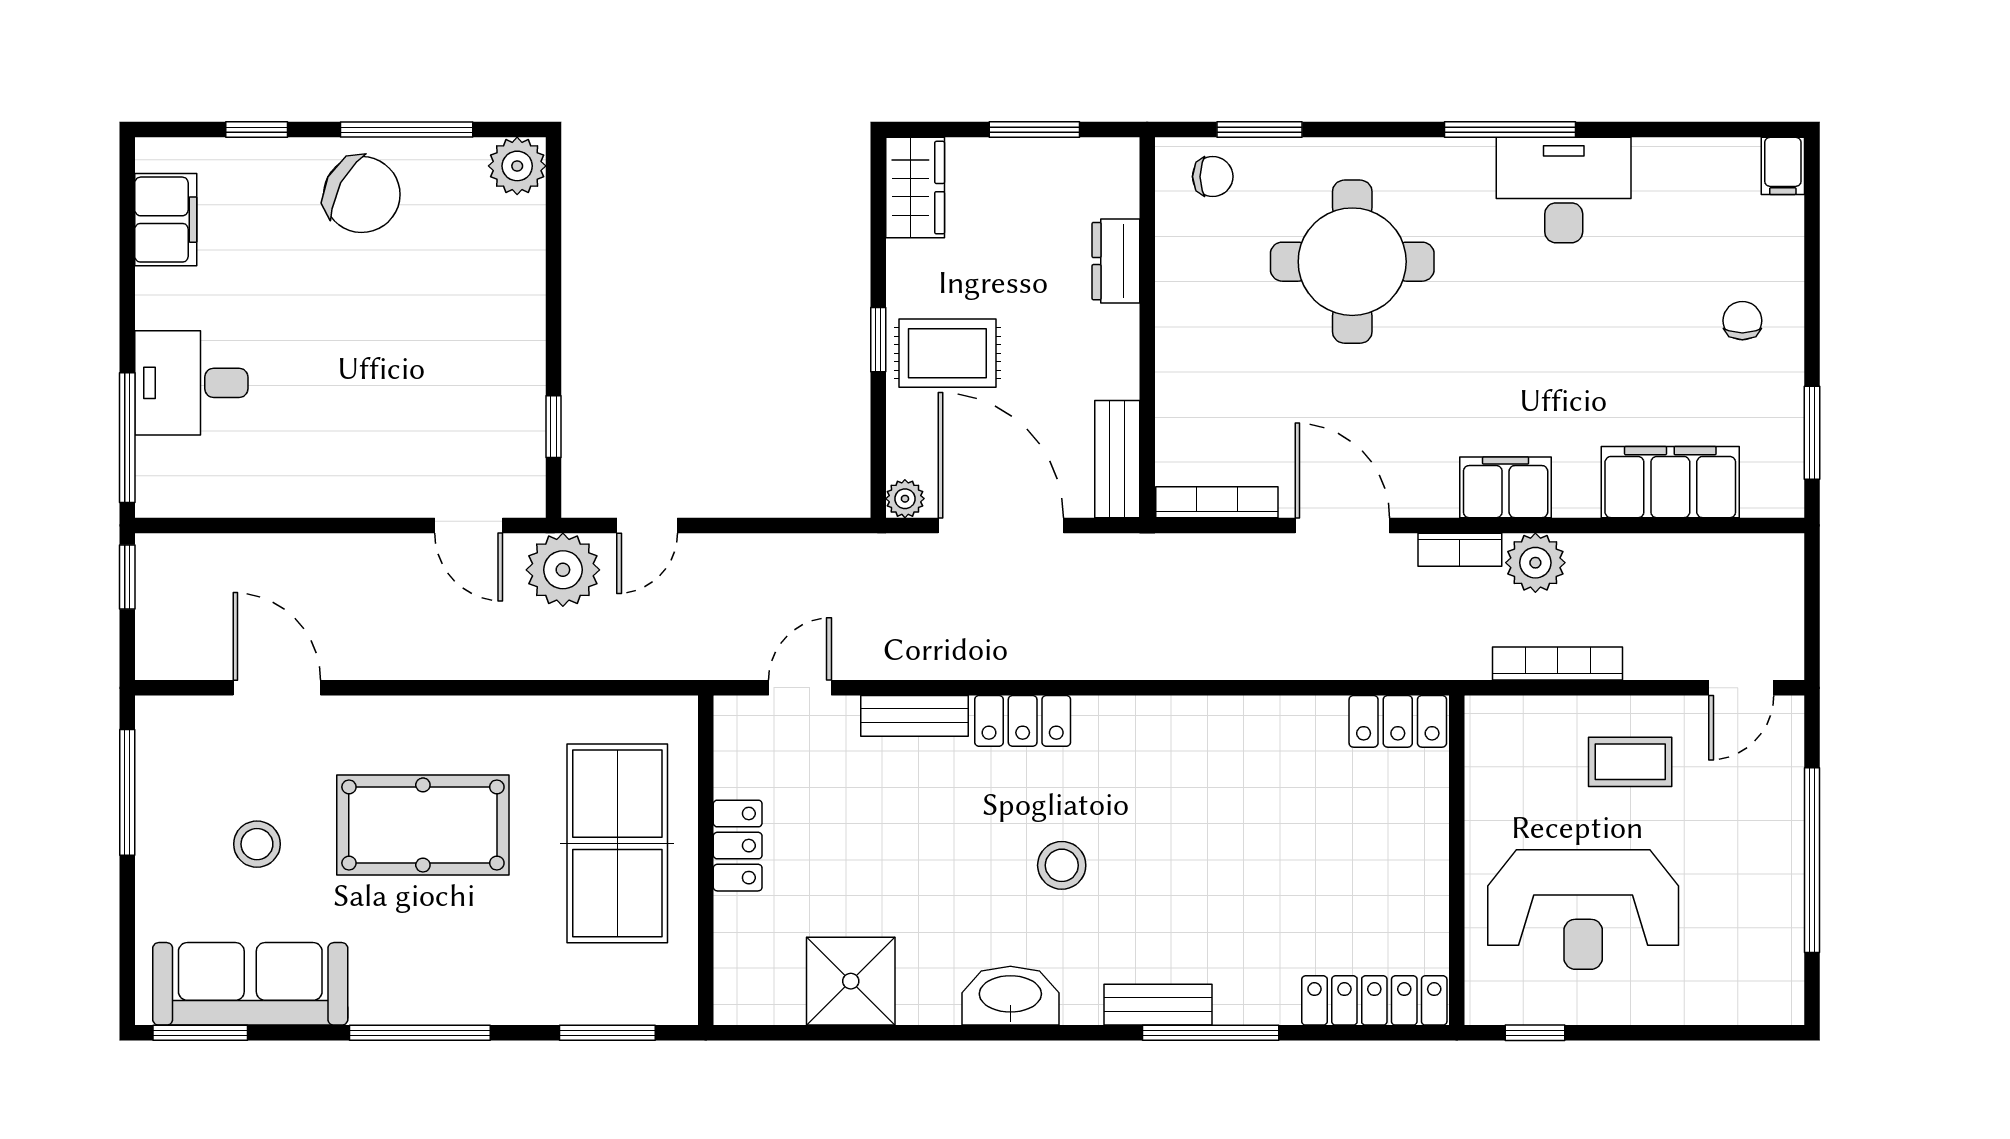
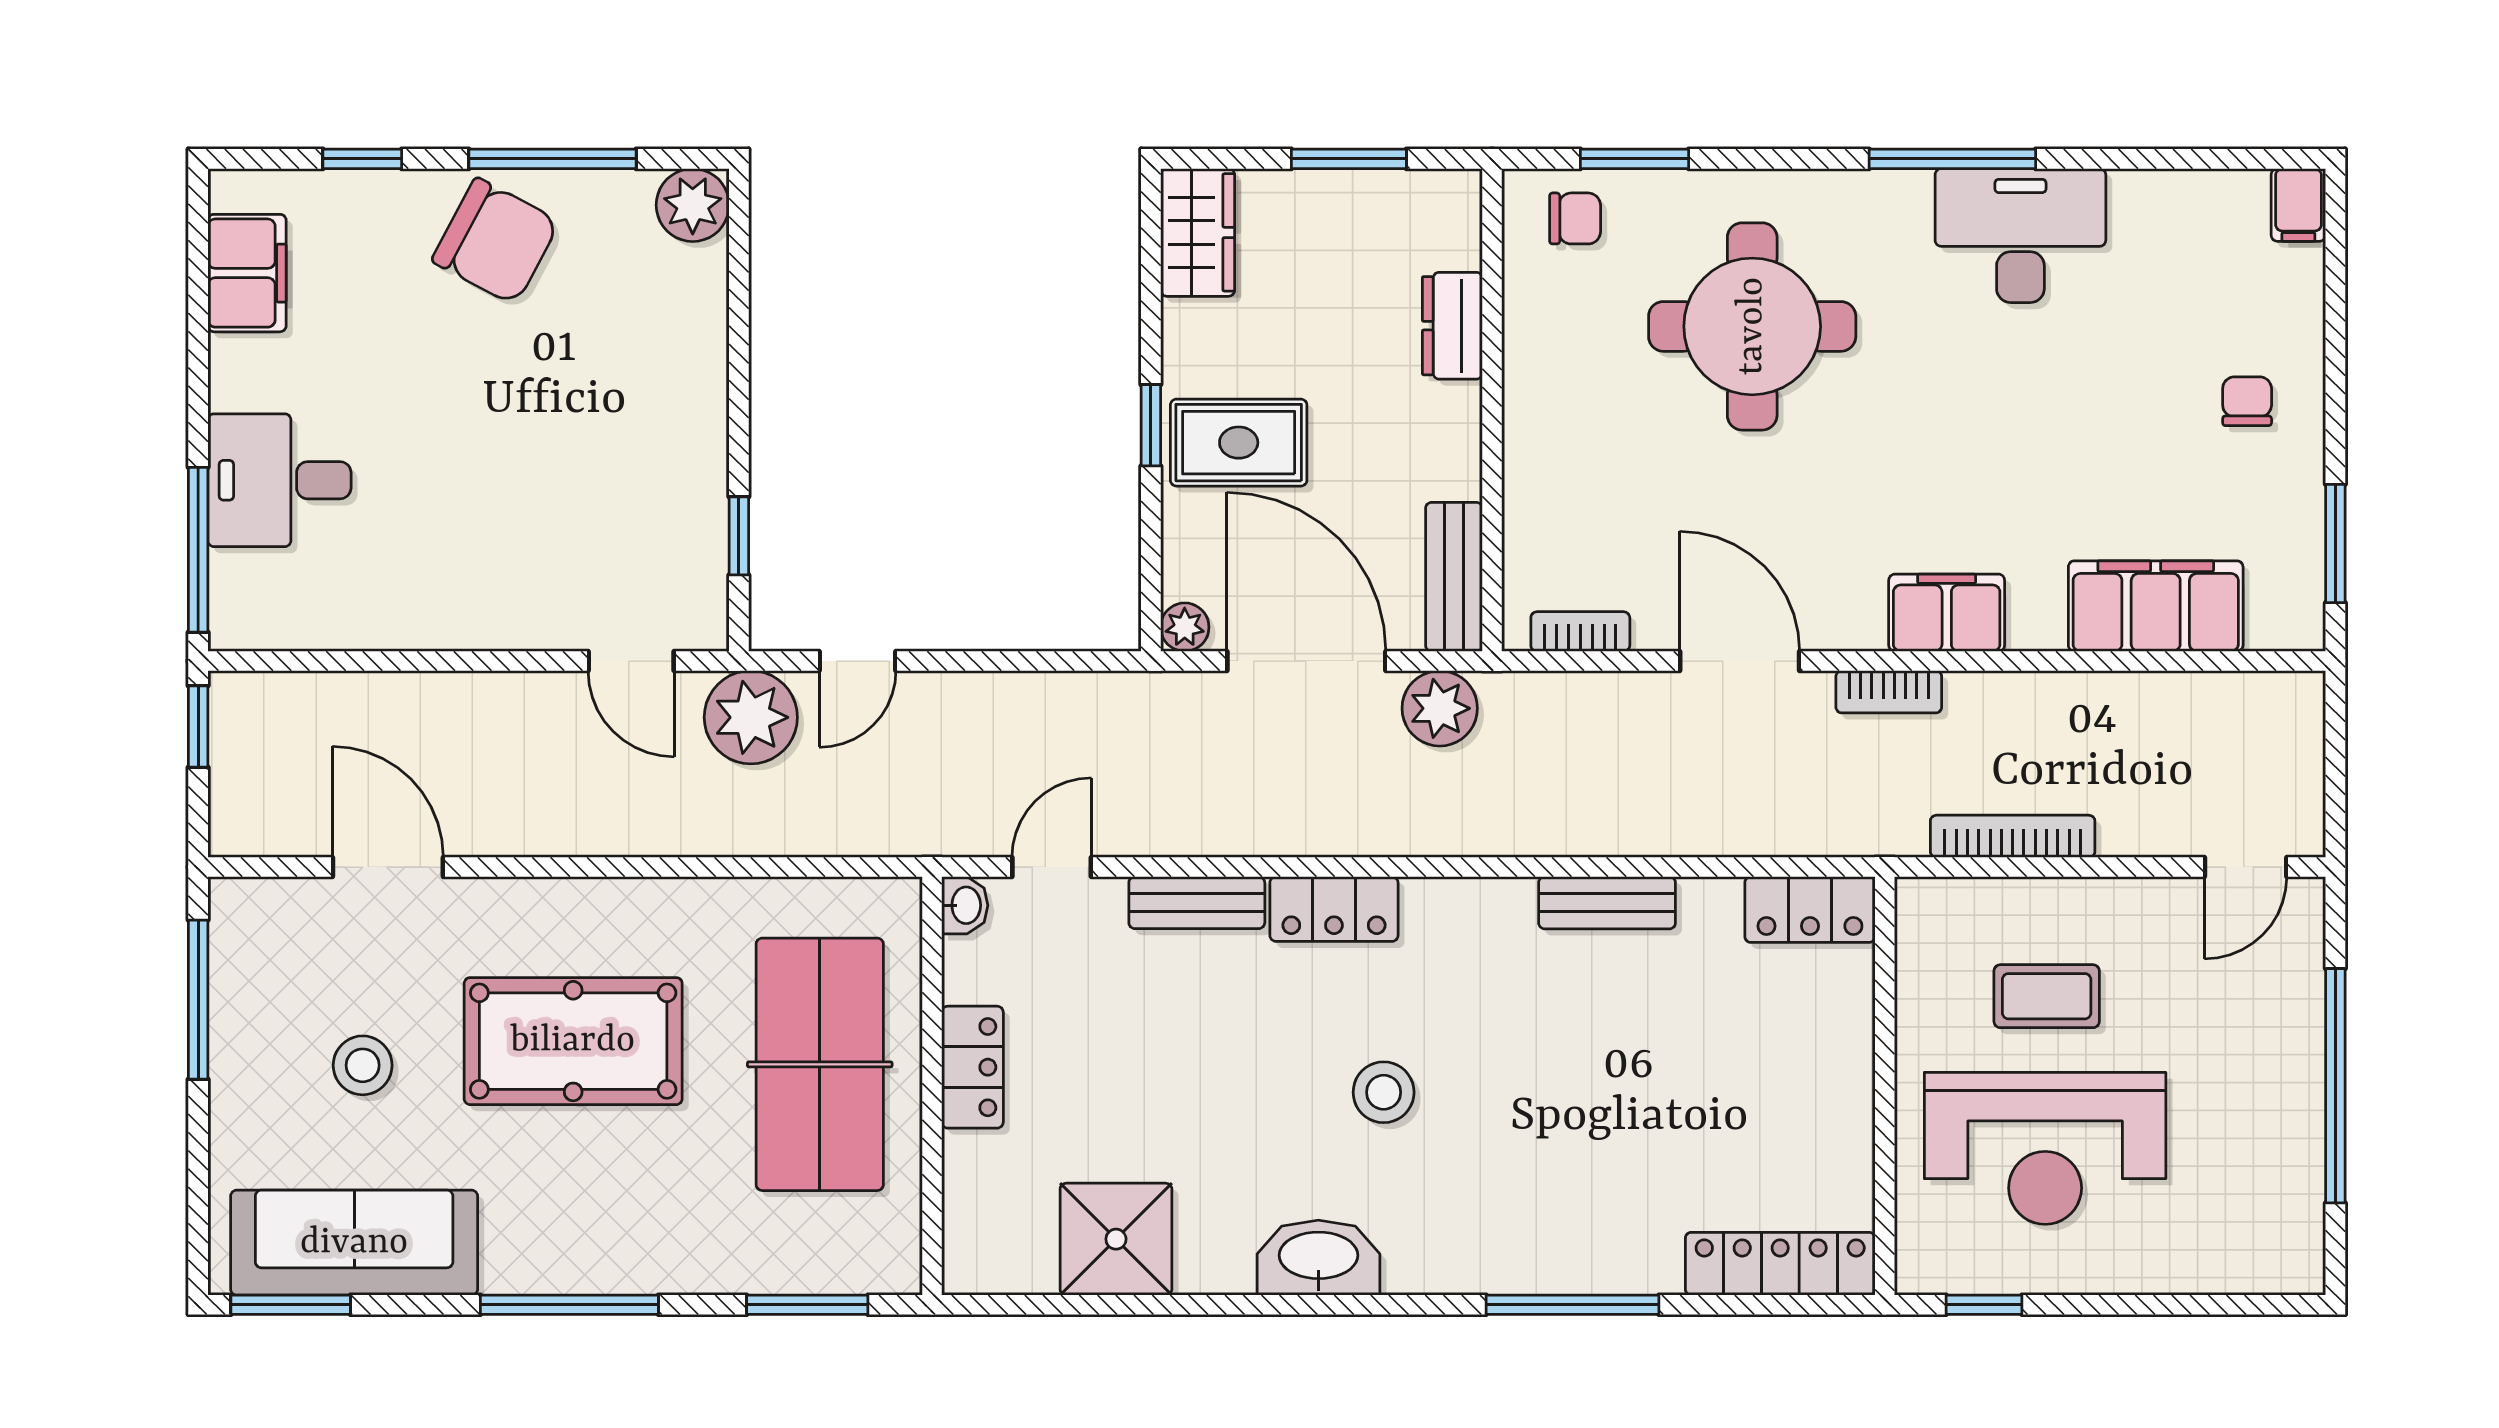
bookcase: (1217, 502) -> (1580, 632), width x0.64
plant: (1535, 563) -> (1440, 708), moved
washbasin: (732, 718) -> (965, 905), added
coffee table: (1630, 762) -> (2047, 996), moved
bench: (1158, 1005) -> (1607, 903), moved

